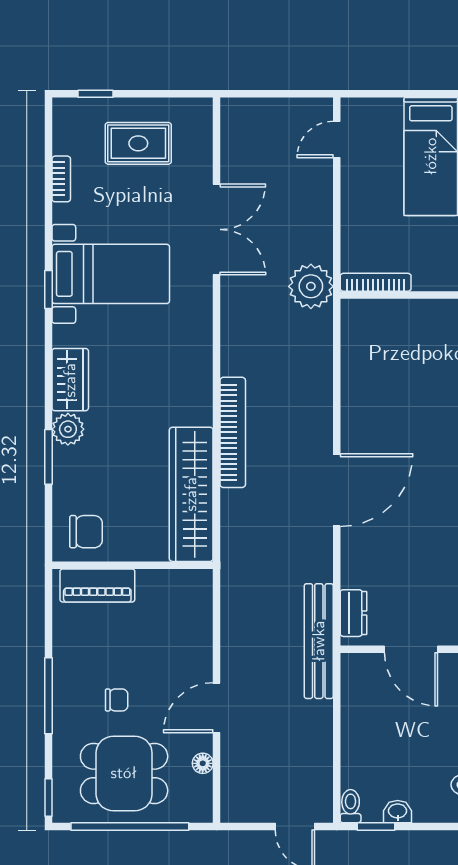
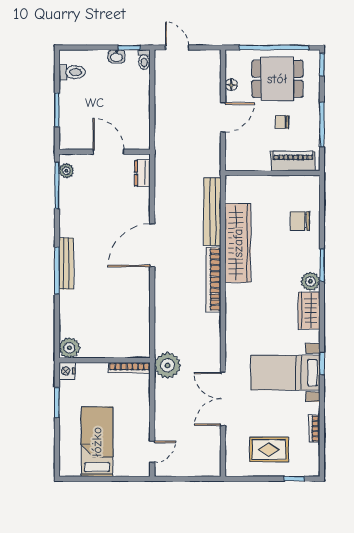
wall: (133, 565) -> (272, 173), moved
piano: (97, 585) -> (293, 161), moved
bench: (319, 641) -> (212, 212), moved

